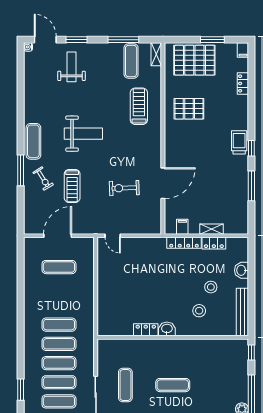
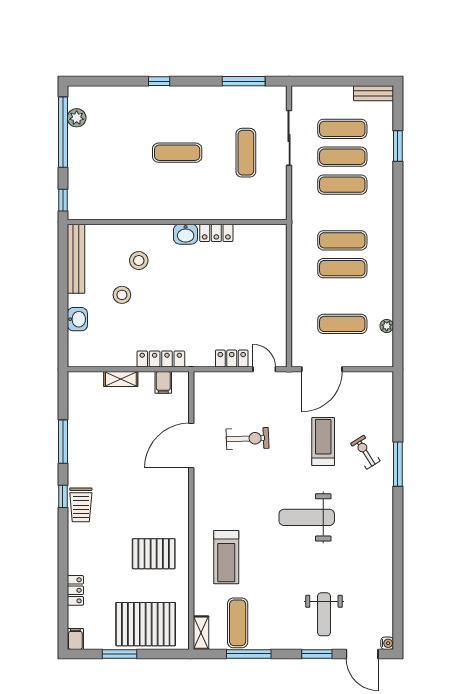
exercise mat: (33, 141) -> (379, 506), removed
door: (58, 236) -> (322, 369), moved
locker: (214, 243) -> (232, 359), moved
plant: (28, 266) -> (387, 326), added
exercise mat: (59, 344) -> (342, 268), moved

